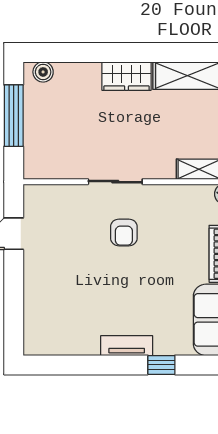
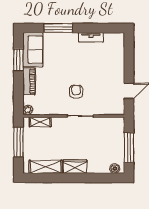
tv unit: (127, 346) -> (91, 37), moved
window: (161, 365) -> (58, 28), width x2.17

